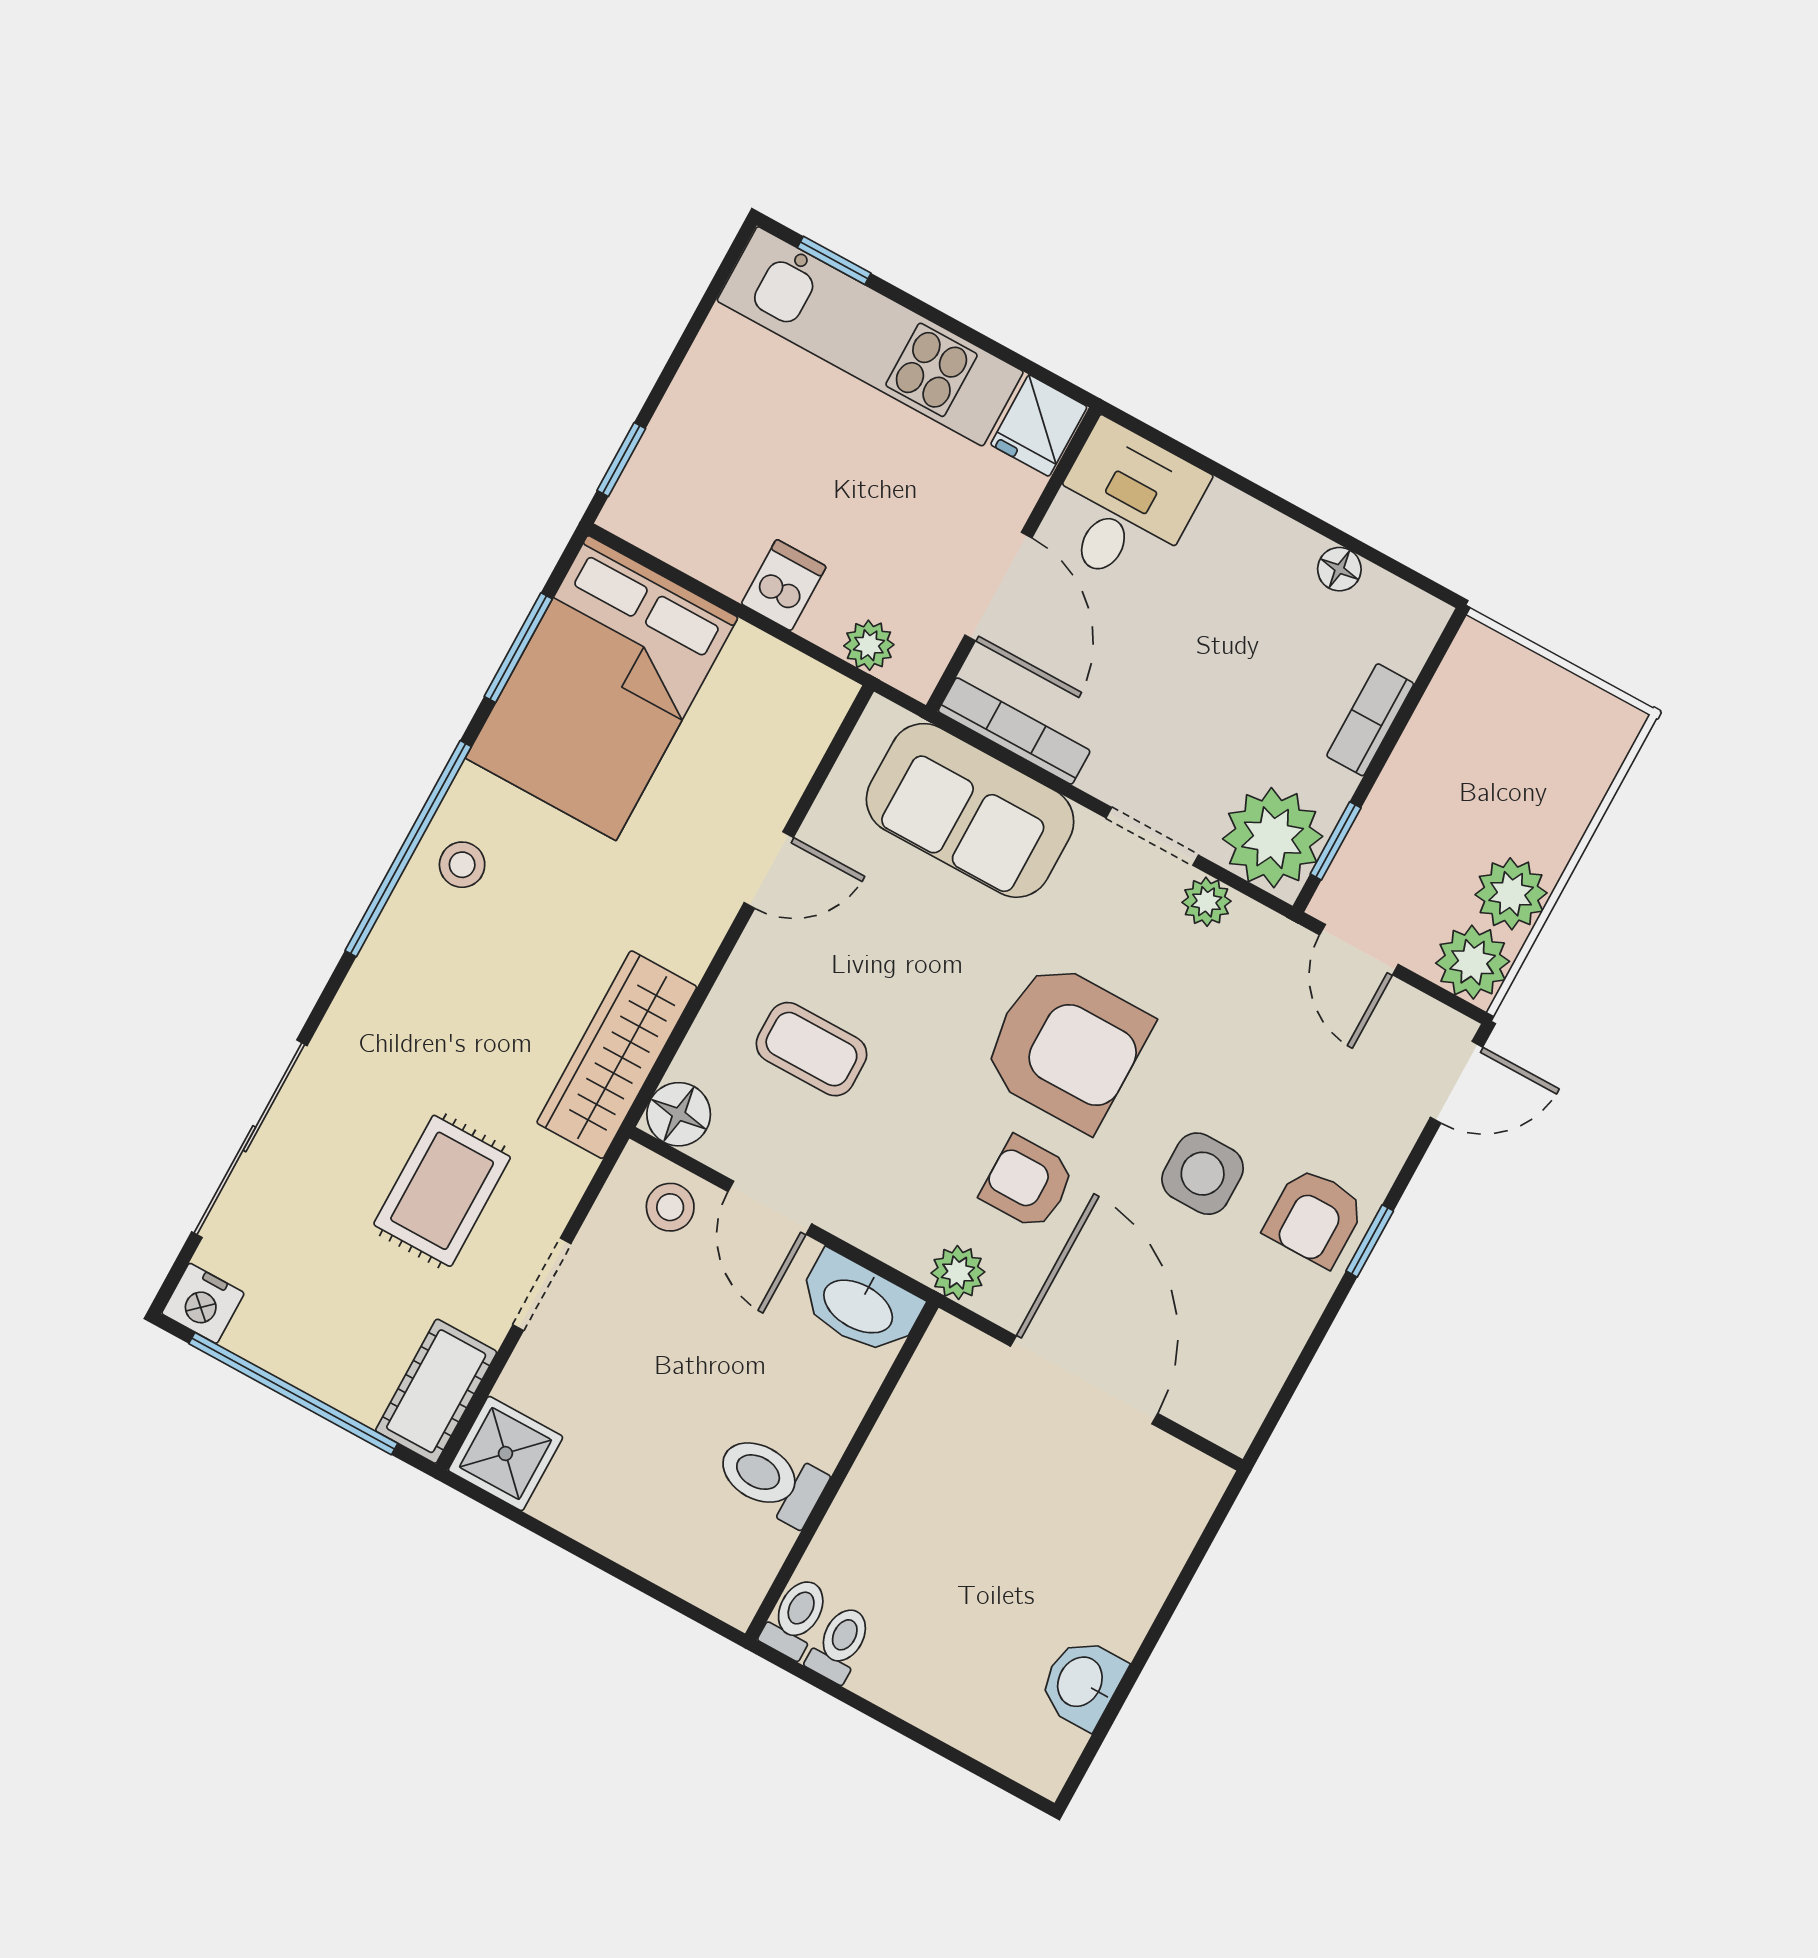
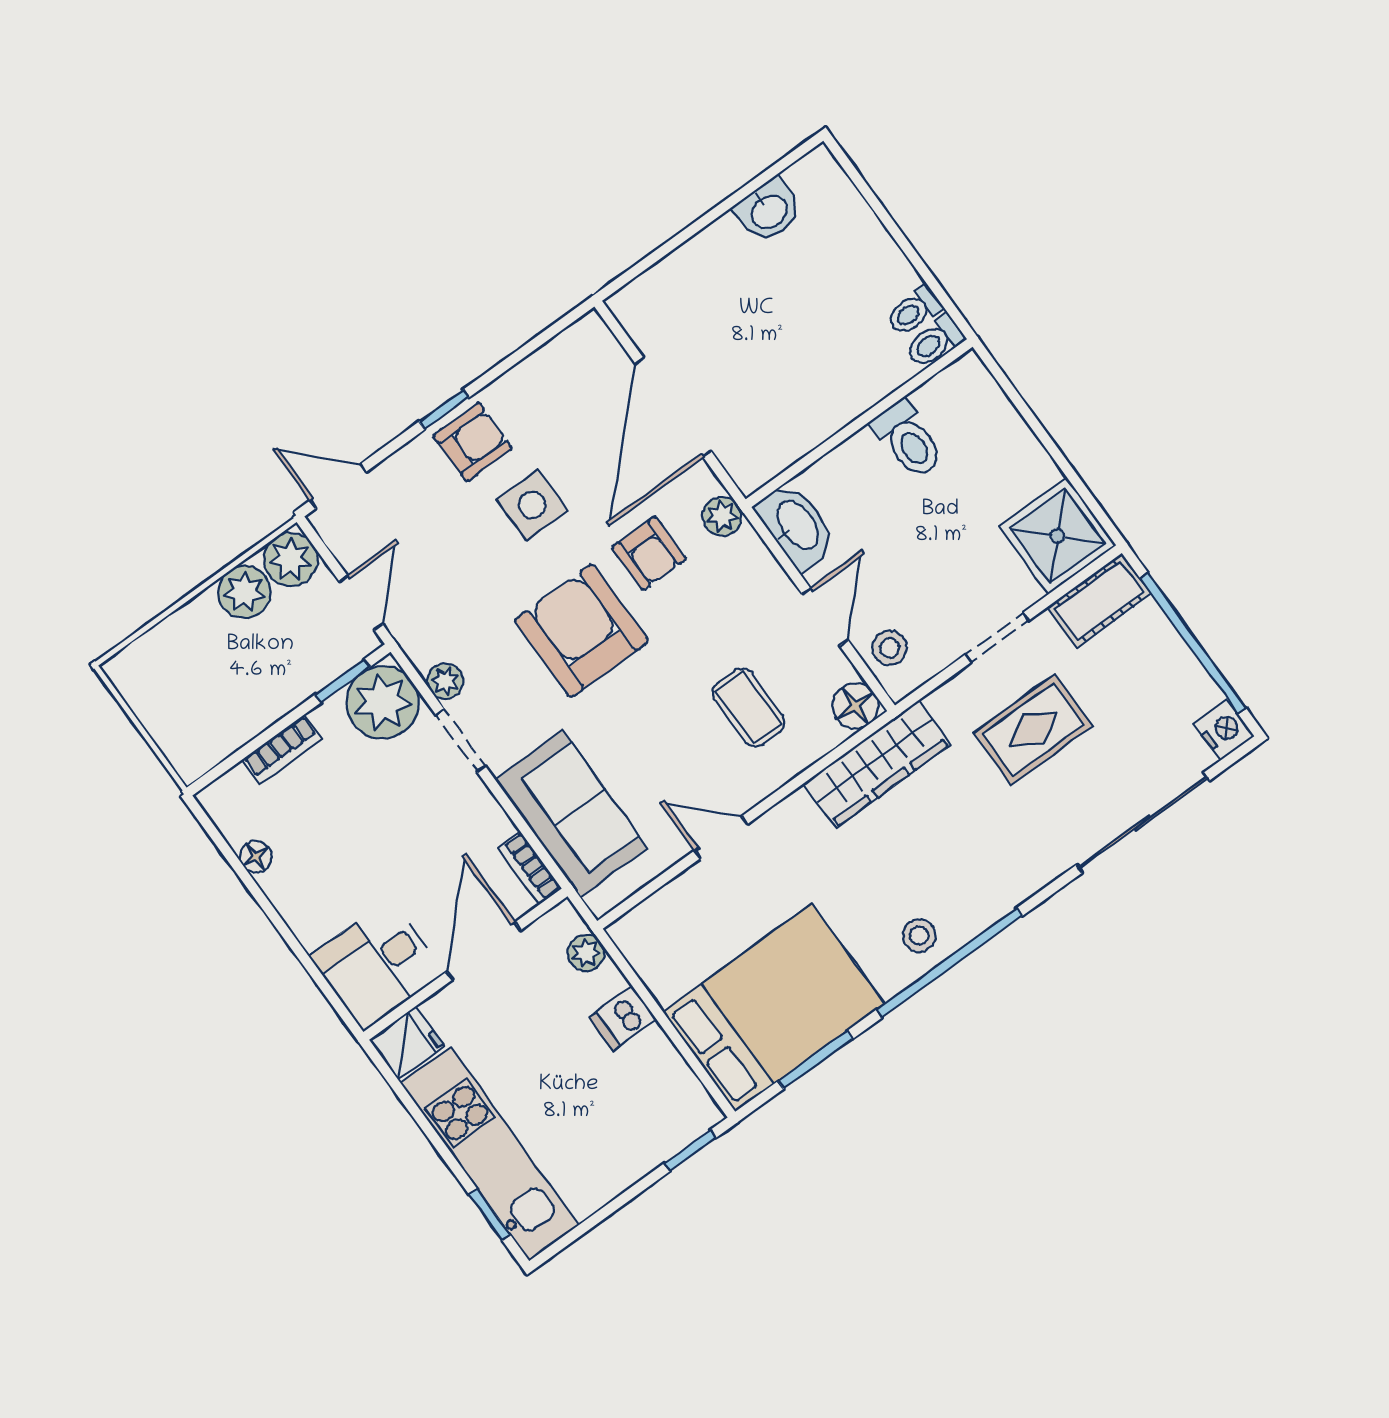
bookcase: (1014, 731) -> (530, 868), width x0.64
shower: (505, 1454) -> (1058, 536), width x1.36, depth x1.36

